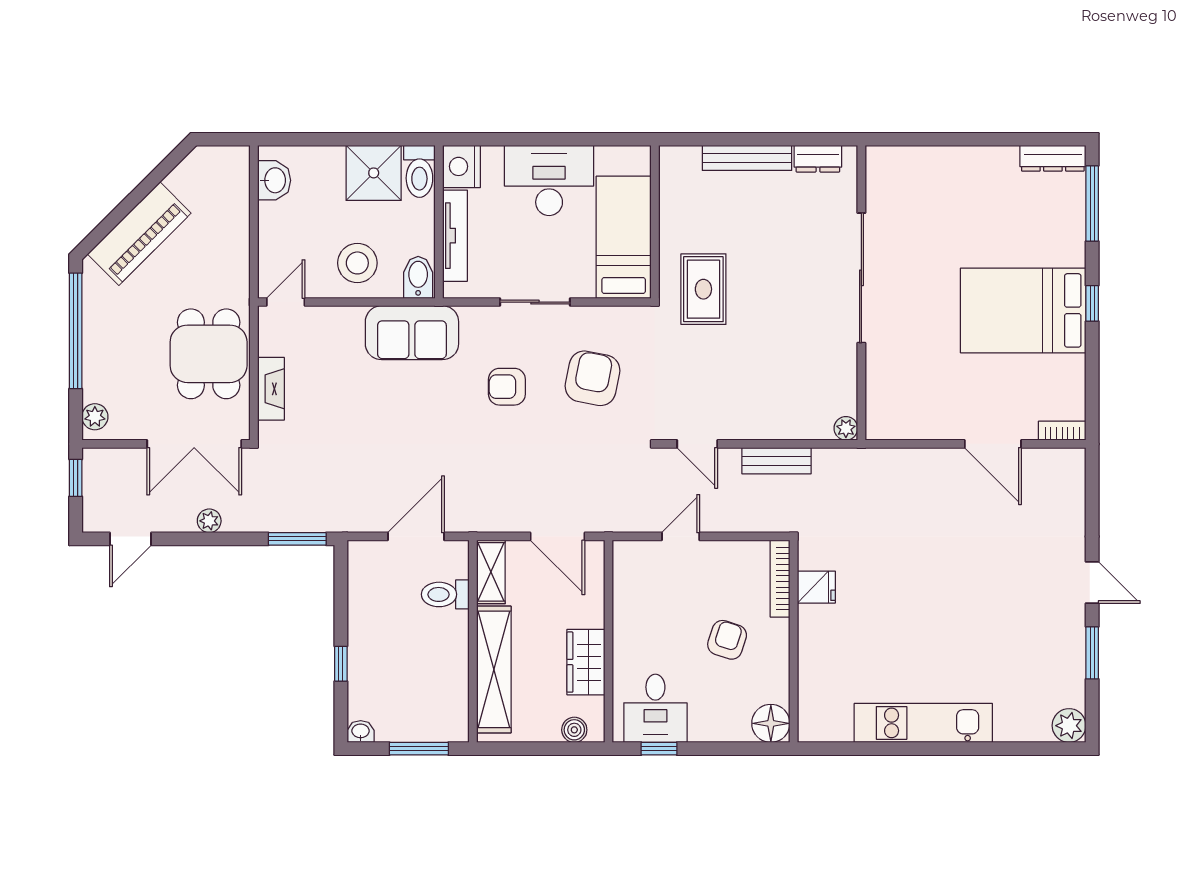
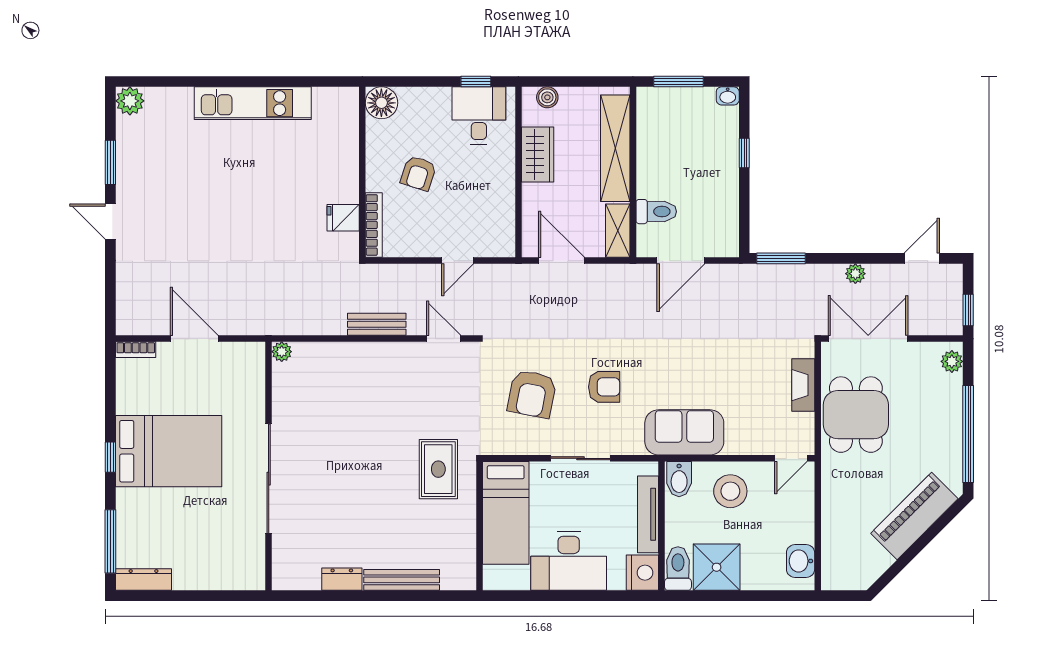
sliding door: (861, 278) -> (269, 479), moved
wall: (861, 293) -> (269, 466), moved
plant: (846, 428) -> (282, 352), moved

